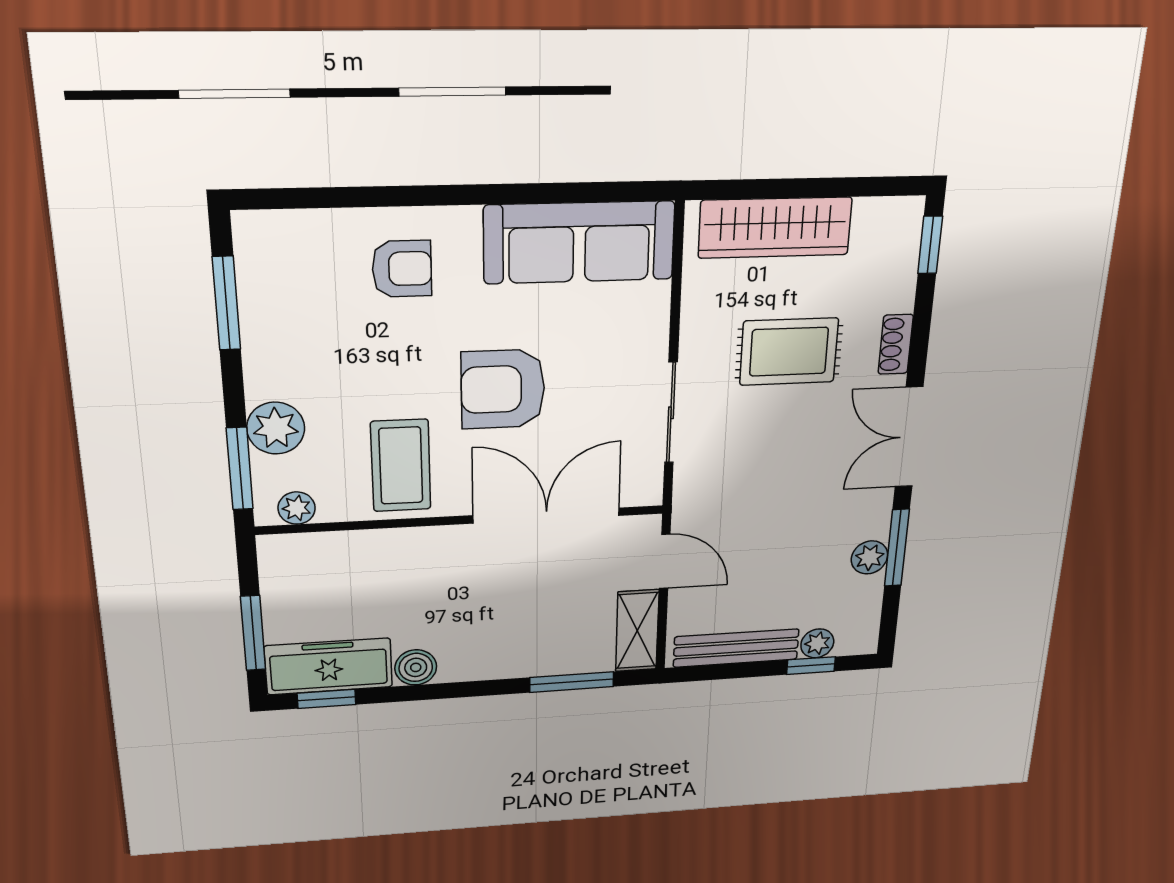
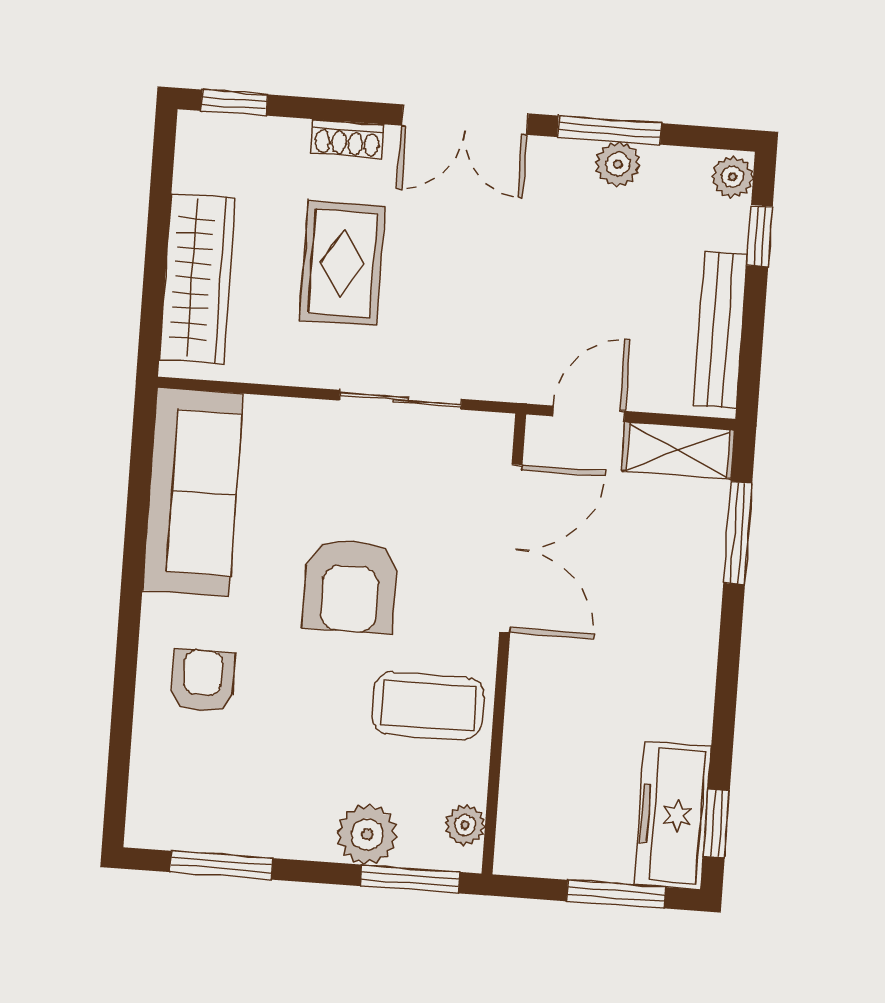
double door: (547, 516) -> (511, 548), swing flipped
plant: (817, 643) -> (733, 177), moved
boiler: (416, 667) -> (689, 716), removed

